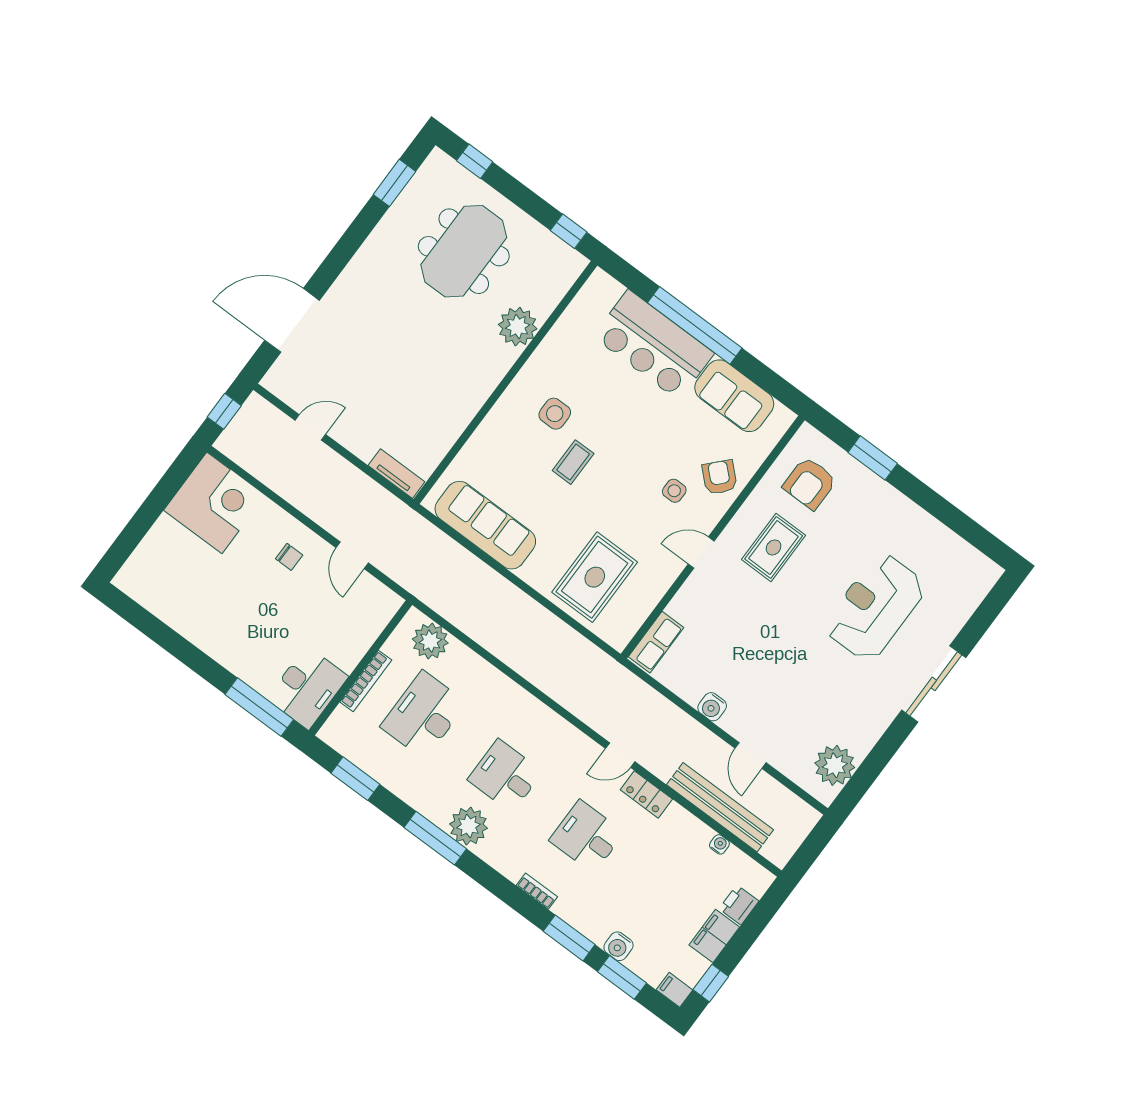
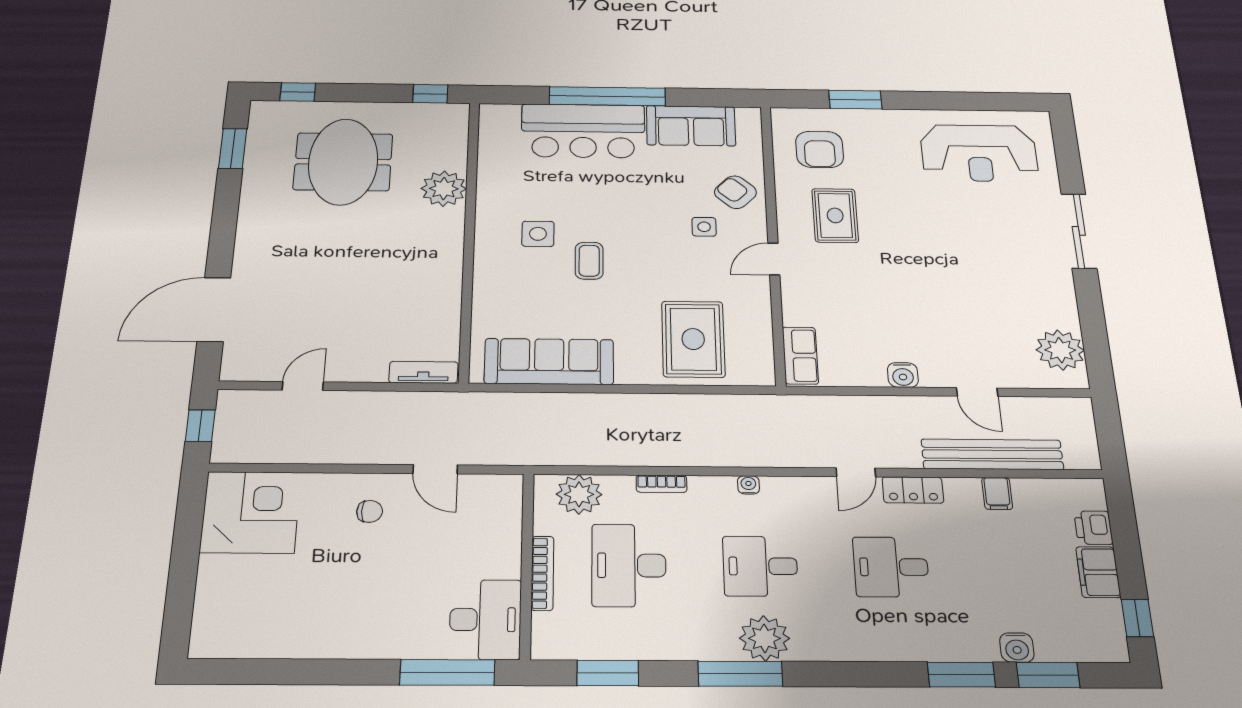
reception desk: (875, 607) -> (979, 153), moved, turned -90
water cooler: (719, 844) -> (748, 485), moved
bookcase: (537, 891) -> (662, 484), moved, turned 180
filing cabinet: (674, 990) -> (997, 494), moved, turned -90

